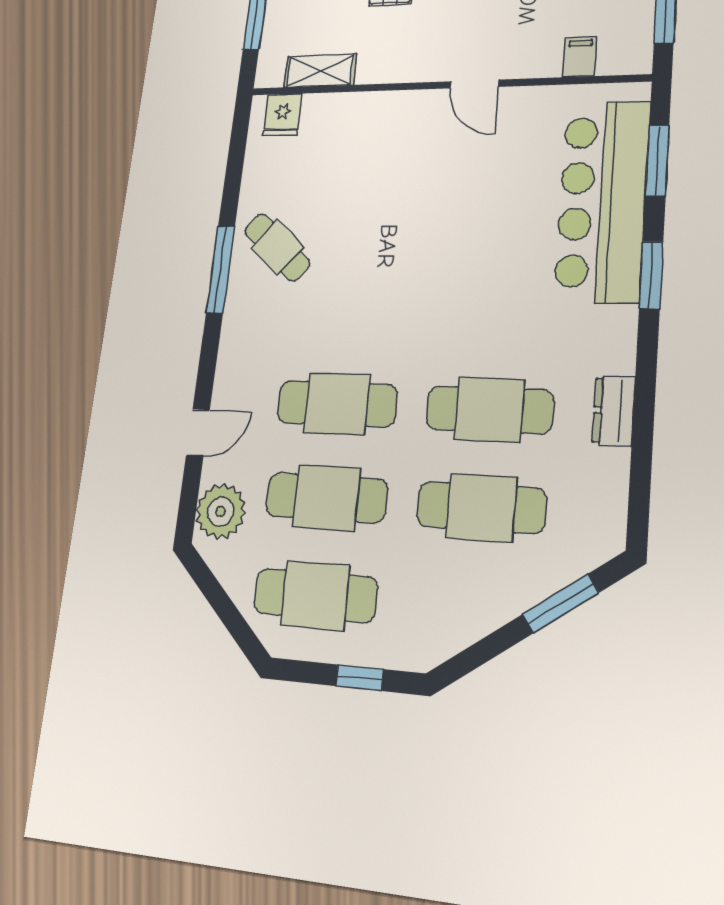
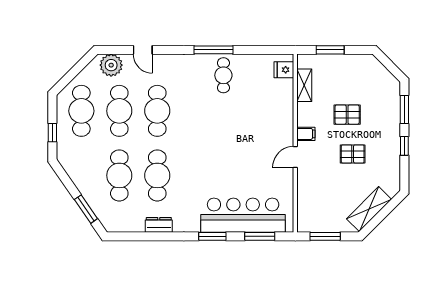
filing cabinet: (580, 57) -> (306, 134), moved
cafe table: (277, 247) -> (223, 75), turned -41

